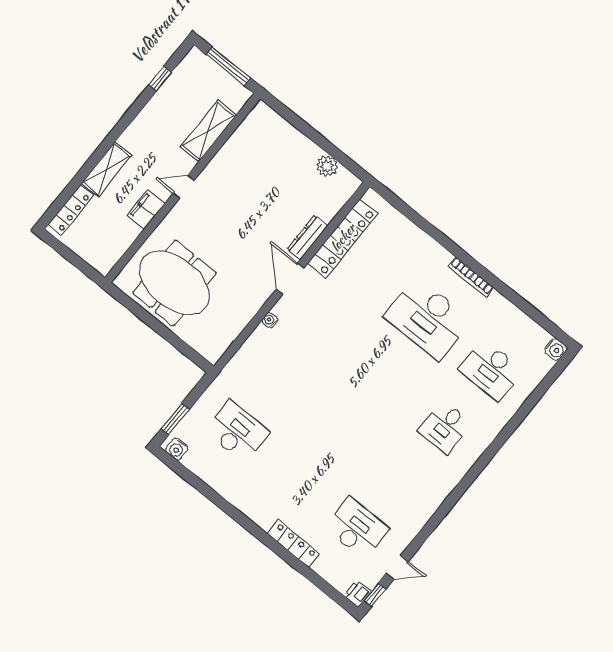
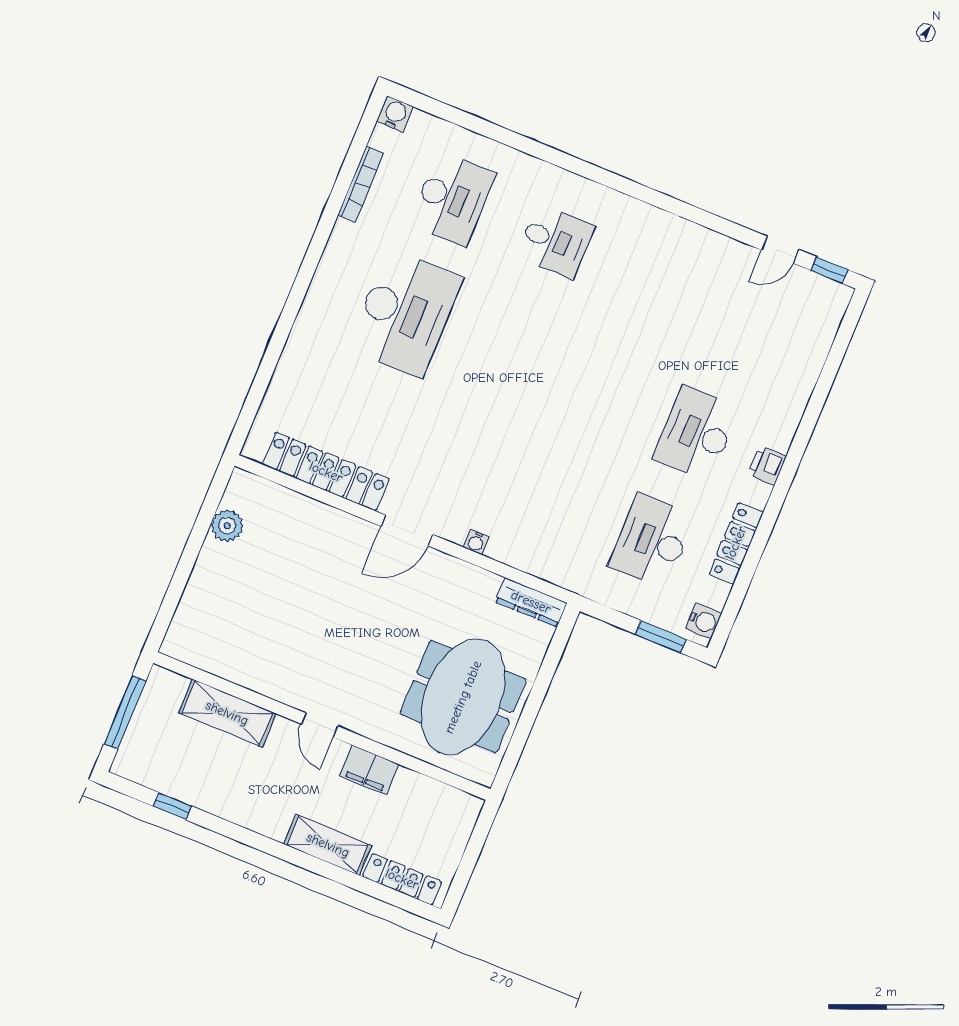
dresser: (307, 237) -> (531, 602), moved
bookcase: (471, 277) -> (361, 184), moved
desk: (357, 528) -> (696, 433), moved
locker: (293, 544) -> (736, 543), moved
door: (397, 567) -> (780, 250), swing flipped
printer: (358, 594) -> (767, 465), moved, turned 90

